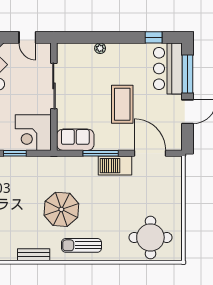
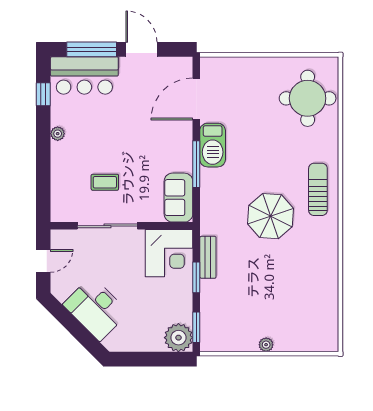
plant: (100, 48) -> (58, 134), moved
coffee table: (122, 104) -> (105, 182), moved, width x0.54, depth x0.58
sun lounger: (82, 245) -> (318, 189), turned 180
bench: (34, 255) -> (208, 257), moved

